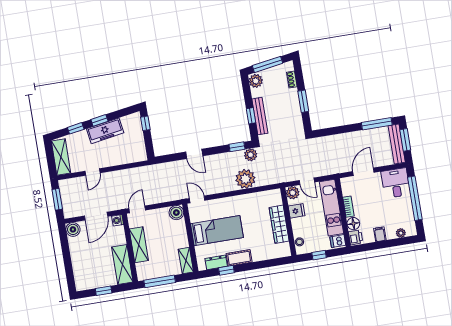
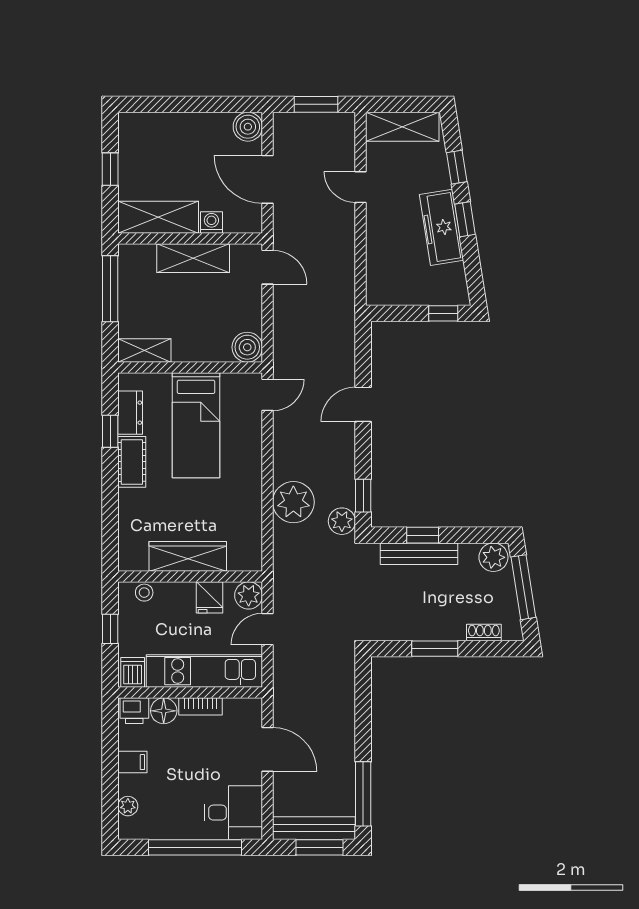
washing machine: (118, 220) -> (211, 223), moved

